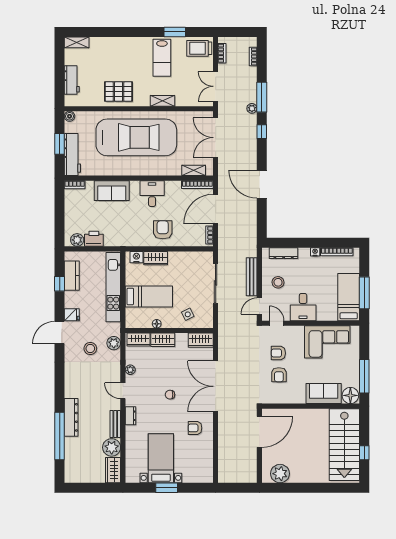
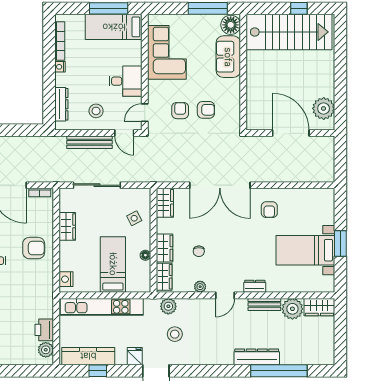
armchair: (163, 230) -> (34, 248), turned 180
wardrobe: (156, 258) -> (67, 226), moved
kitchen counter: (72, 276) -> (88, 356), width x1.50
armchair: (278, 353) -> (180, 111), turned 180
chair: (170, 395) -> (199, 251), moved
door: (259, 432) -> (291, 133), moved

